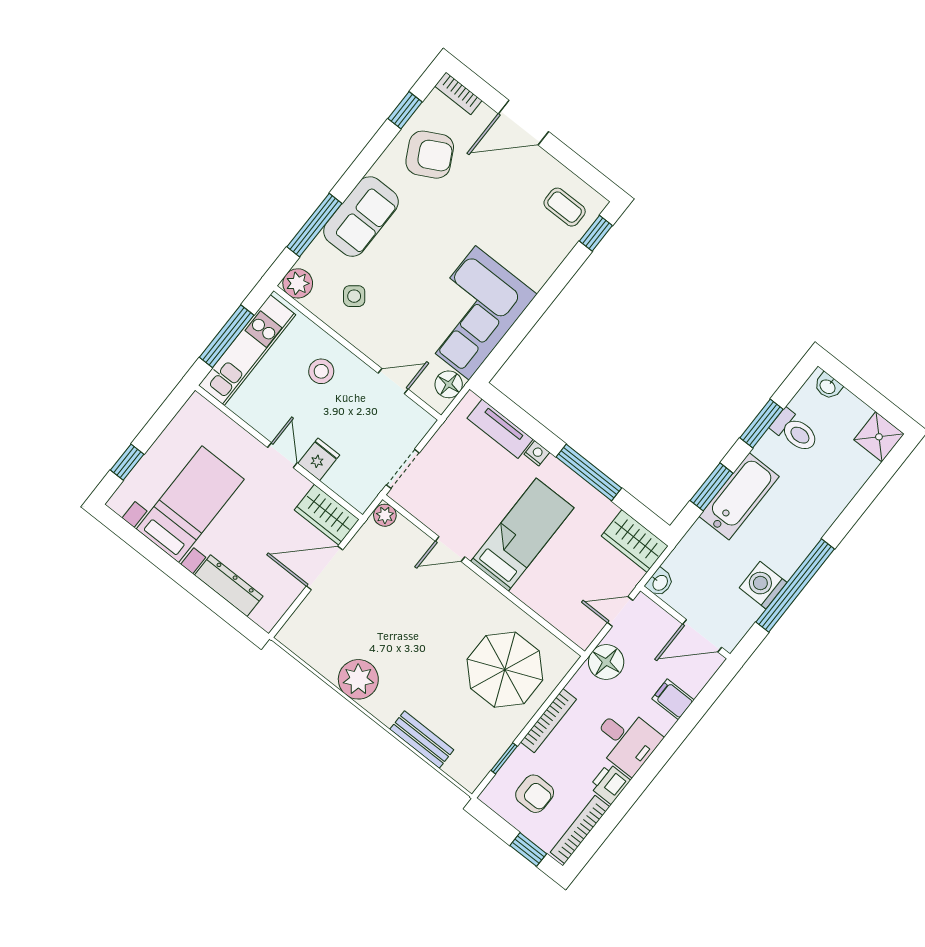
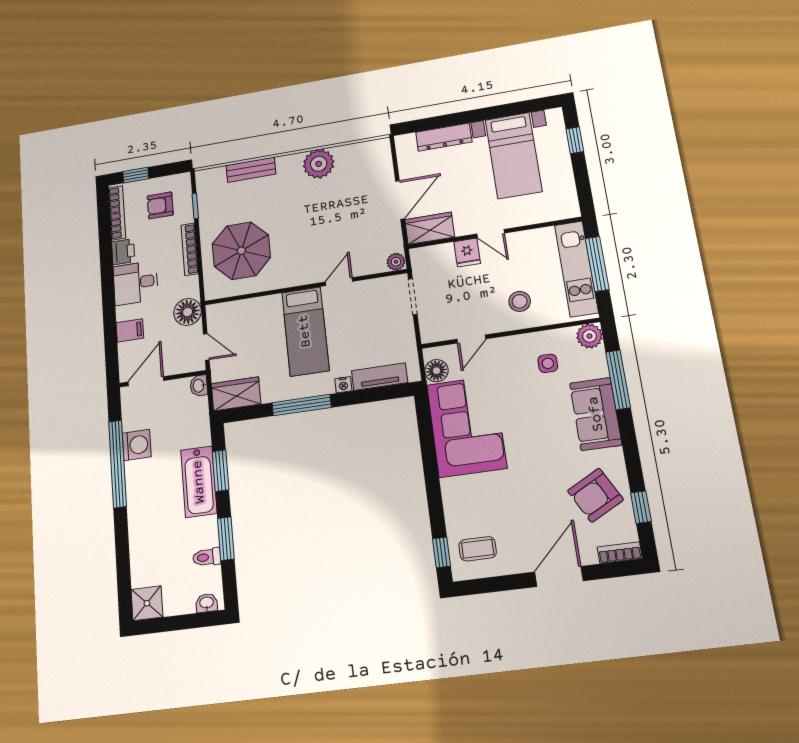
side table: (354, 296) -> (548, 363), turned 38
toilet: (795, 431) -> (207, 557), width x0.73, depth x0.72
door: (620, 611) -> (206, 347), hinge flipped

